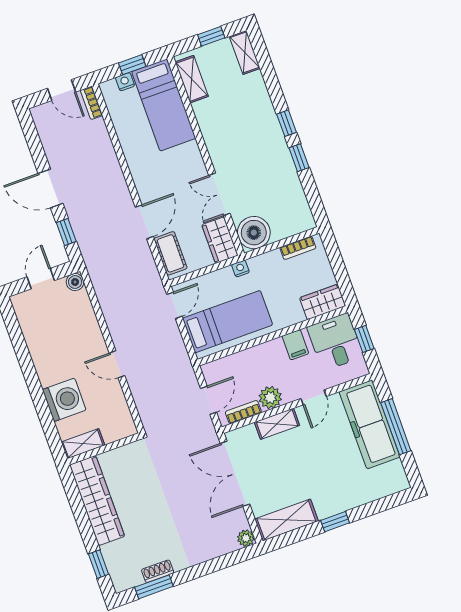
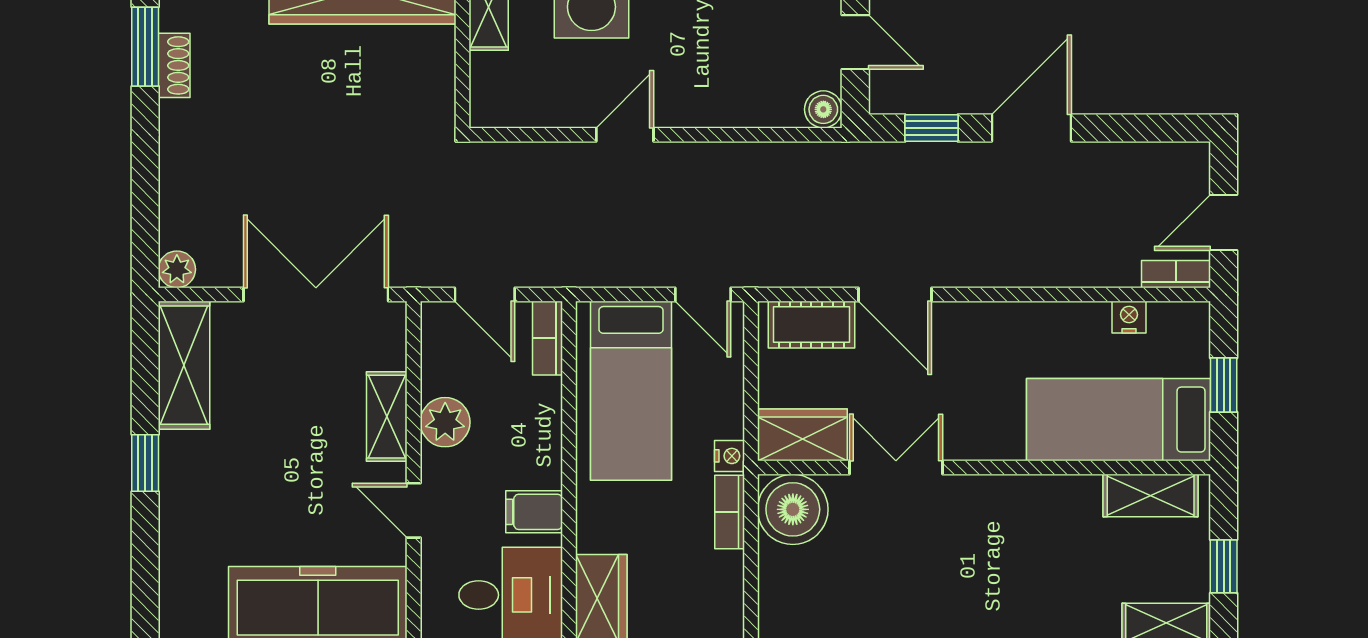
nightstand: (125, 82) -> (1129, 317), moved, turned -90
bookcase: (298, 248) -> (730, 512), moved
bookcase: (243, 412) -> (547, 338), moved, turned 180

